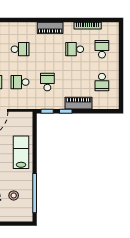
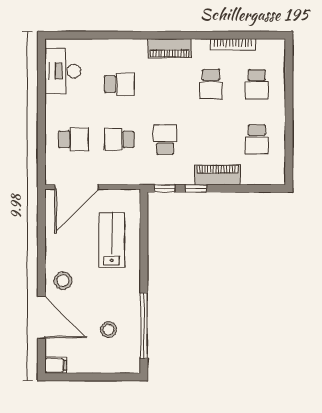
school desk: (75, 49) -> (211, 84), turned -90
school desk: (102, 49) -> (257, 84), turned 180
lab bench: (21, 152) -> (112, 240), moved

